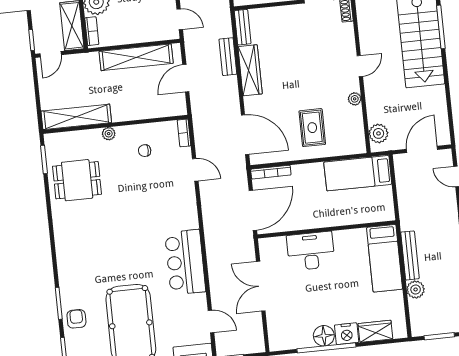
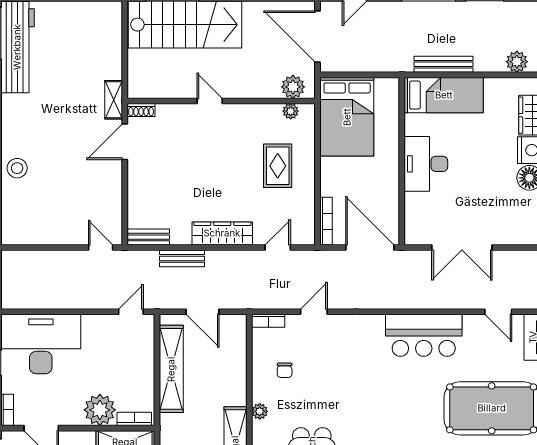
wardrobe: (250, 70) -> (222, 233), moved
plant: (355, 99) -> (291, 111), moved
rug: (312, 128) -> (278, 166), turned 90
door: (245, 135) -> (278, 247), width x0.53
door: (422, 149) -> (318, 37), width x1.36
bed: (358, 173) -> (347, 117), width x1.50
desk: (311, 251) -> (426, 164), moved
plant: (416, 289) -> (517, 62), moved
door: (211, 322) -> (498, 312), swing flipped

